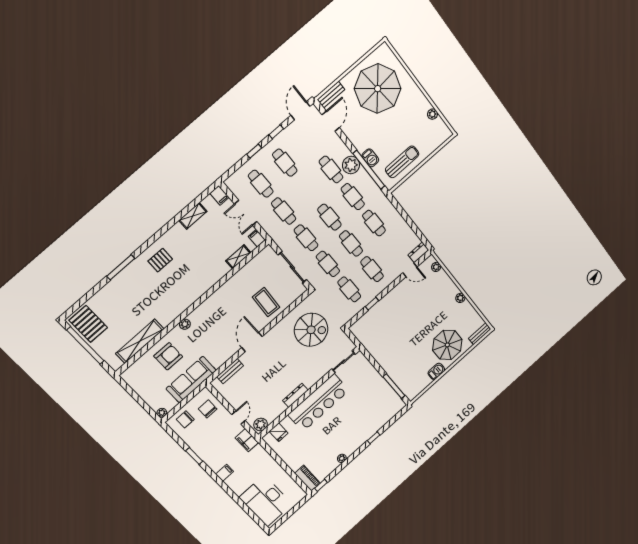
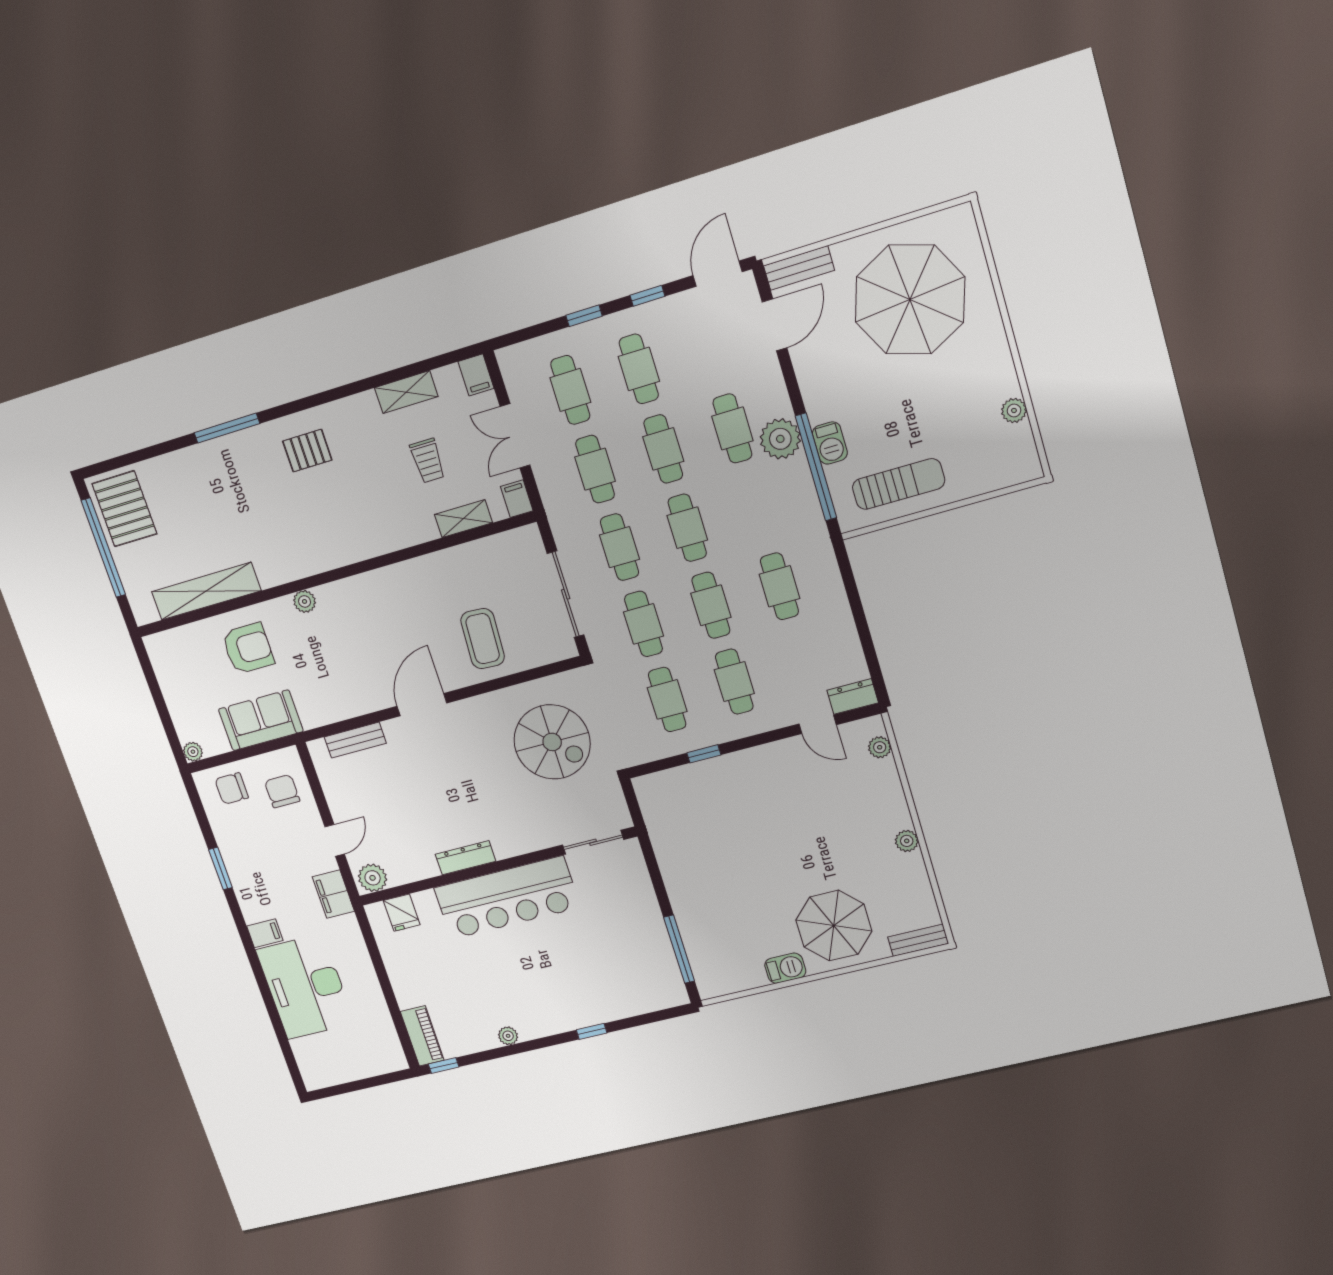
cafe table: (353, 197) -> (663, 449), moved
trolley: (214, 240) -> (428, 461), added
sofa: (191, 380) -> (261, 720), width x0.73
desk: (266, 501) -> (305, 987), moved

